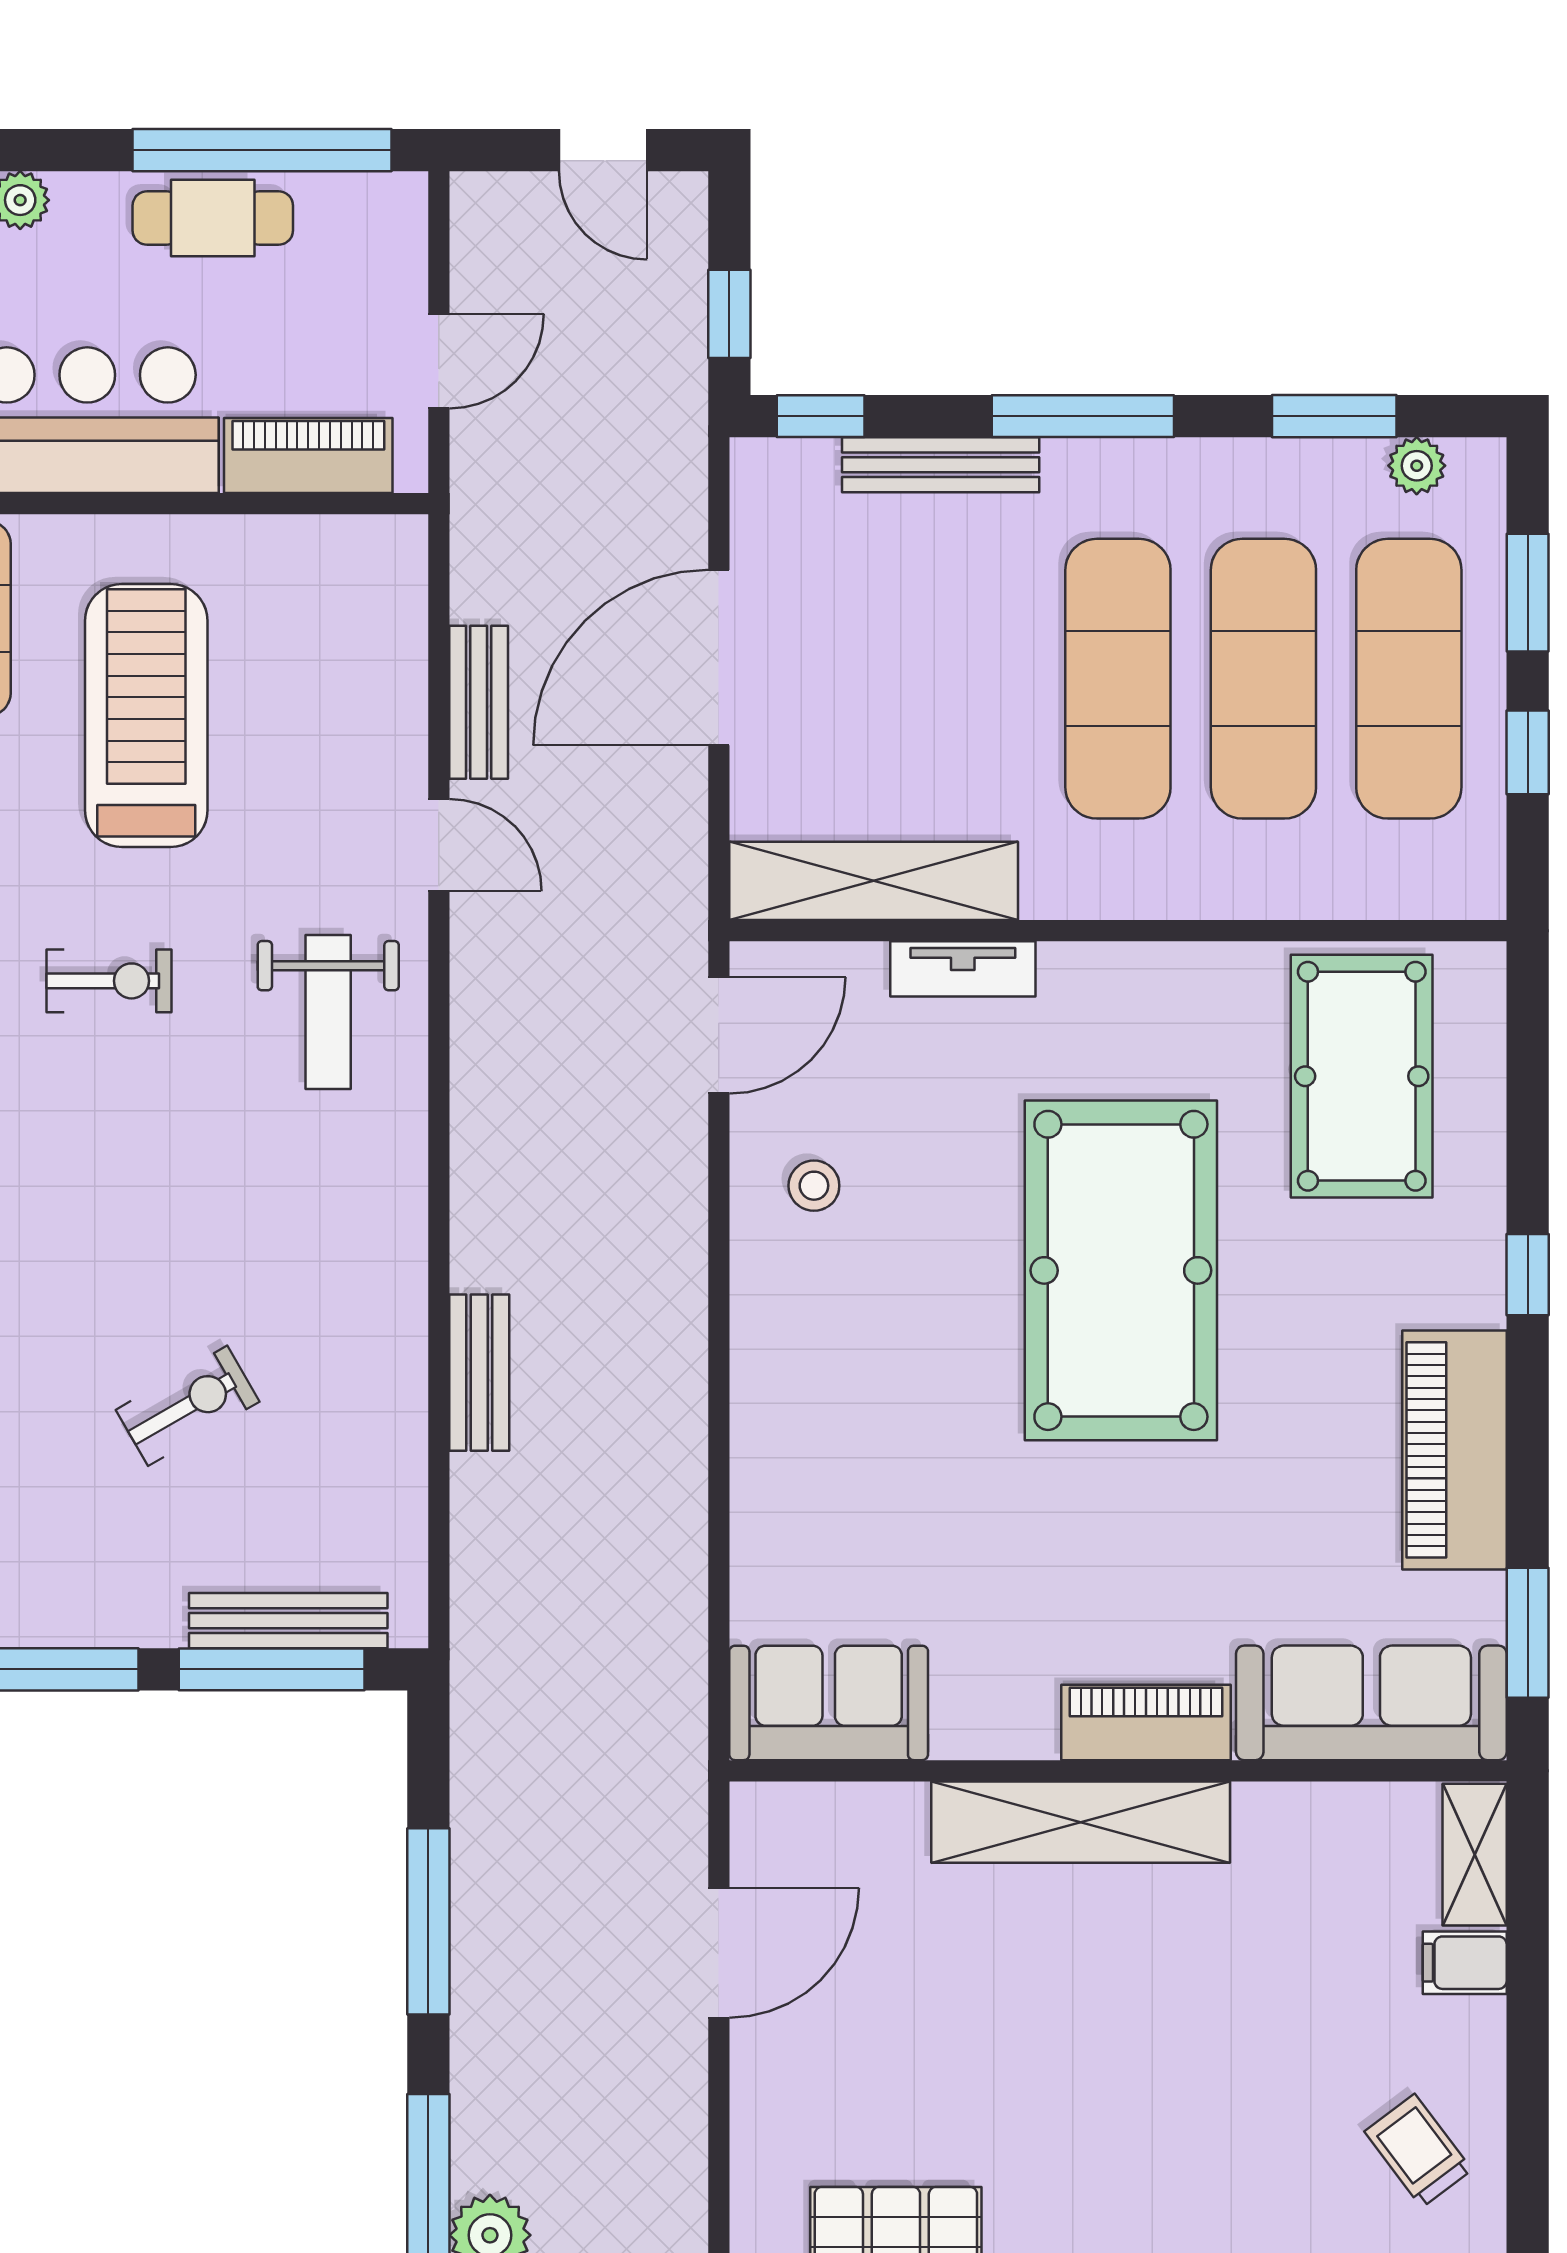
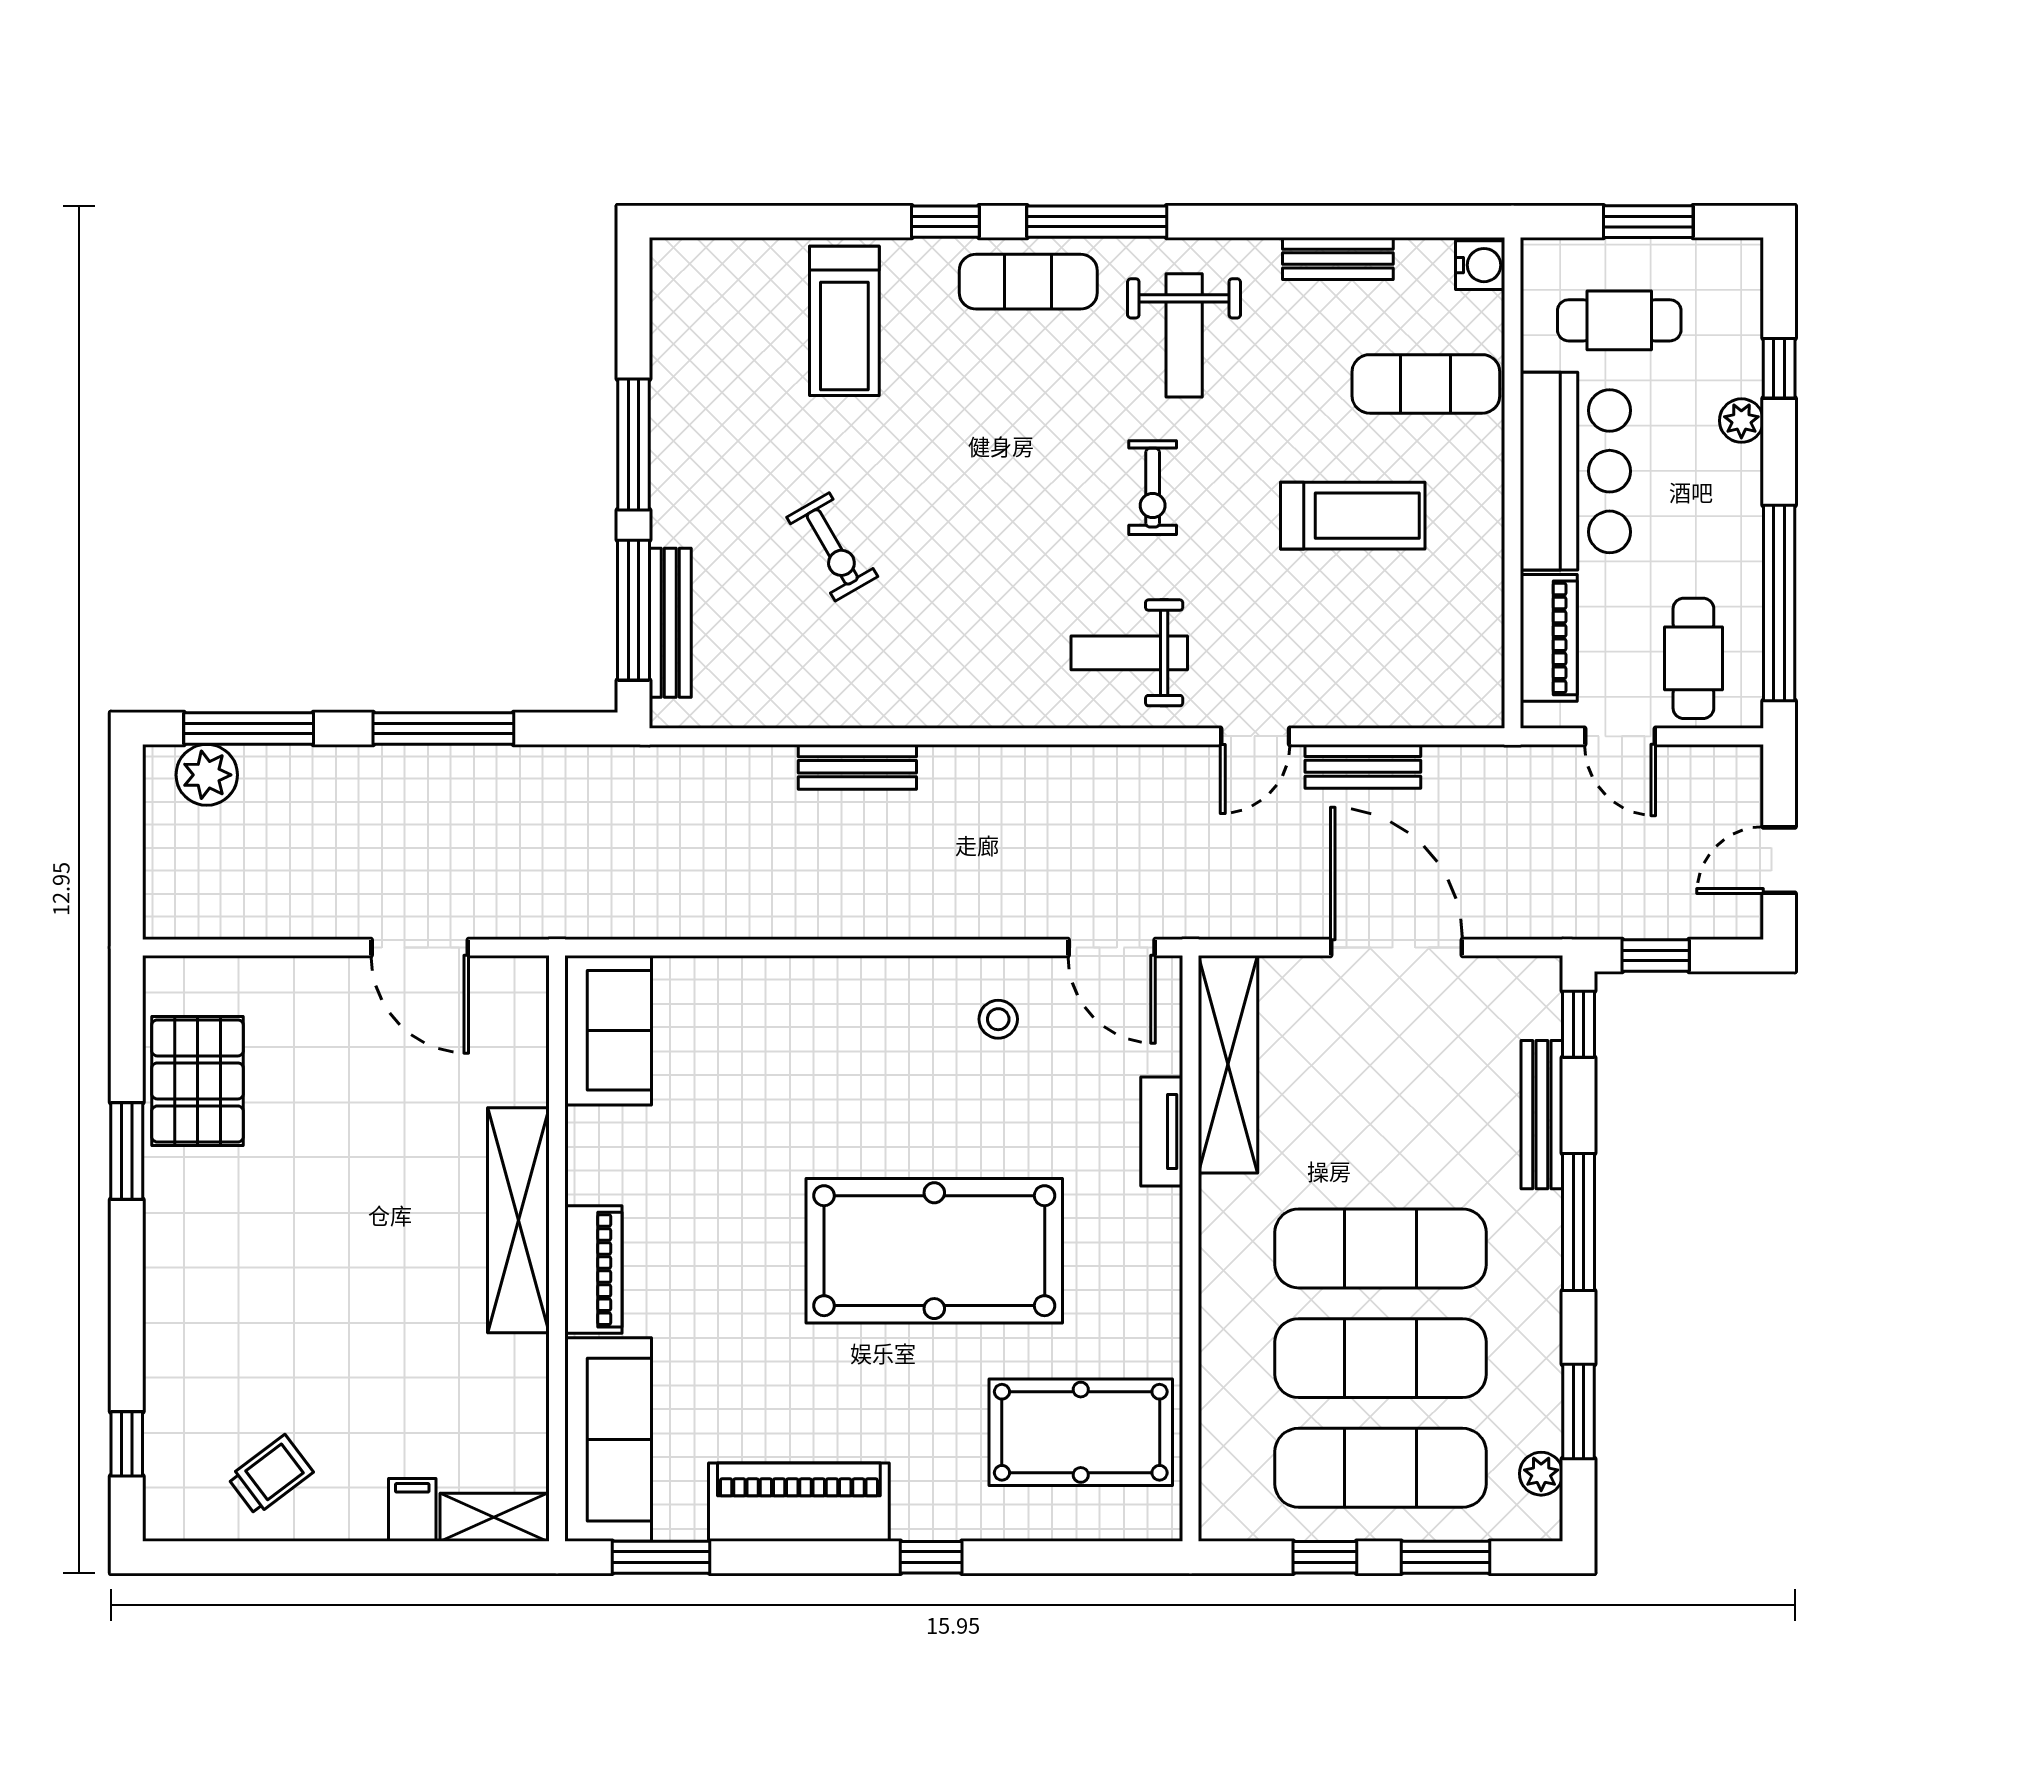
cafe table: (213, 218) -> (1693, 658), moved
treadmill: (146, 715) -> (1353, 516), width x0.73, depth x0.73

